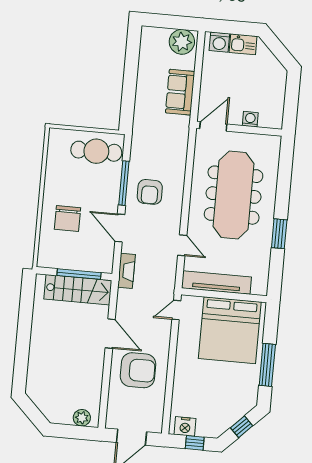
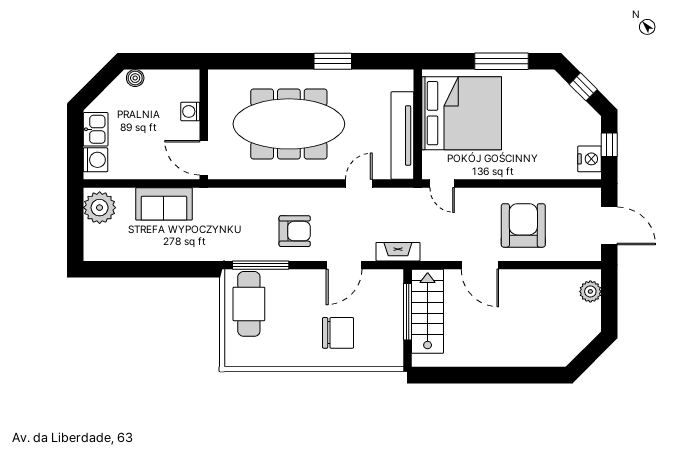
boiler: (280, 79) -> (135, 78), added
window: (124, 183) -> (261, 265), moved
door: (110, 334) -> (480, 265), swing flipped

